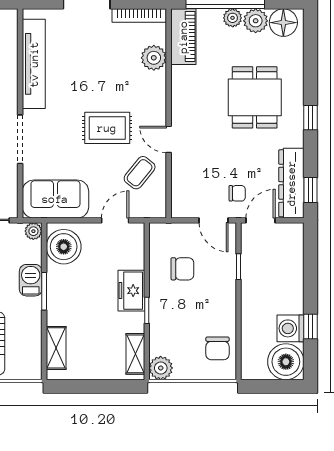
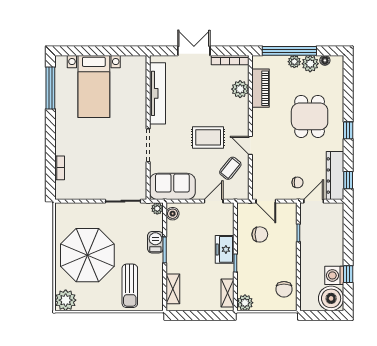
floor lamp: (283, 23) -> (325, 60), width x0.53, depth x0.53
piano: (183, 37) -> (260, 88), moved
door: (214, 220) -> (266, 201), moved
boiler: (64, 247) -> (173, 214), width x0.54, depth x0.54

